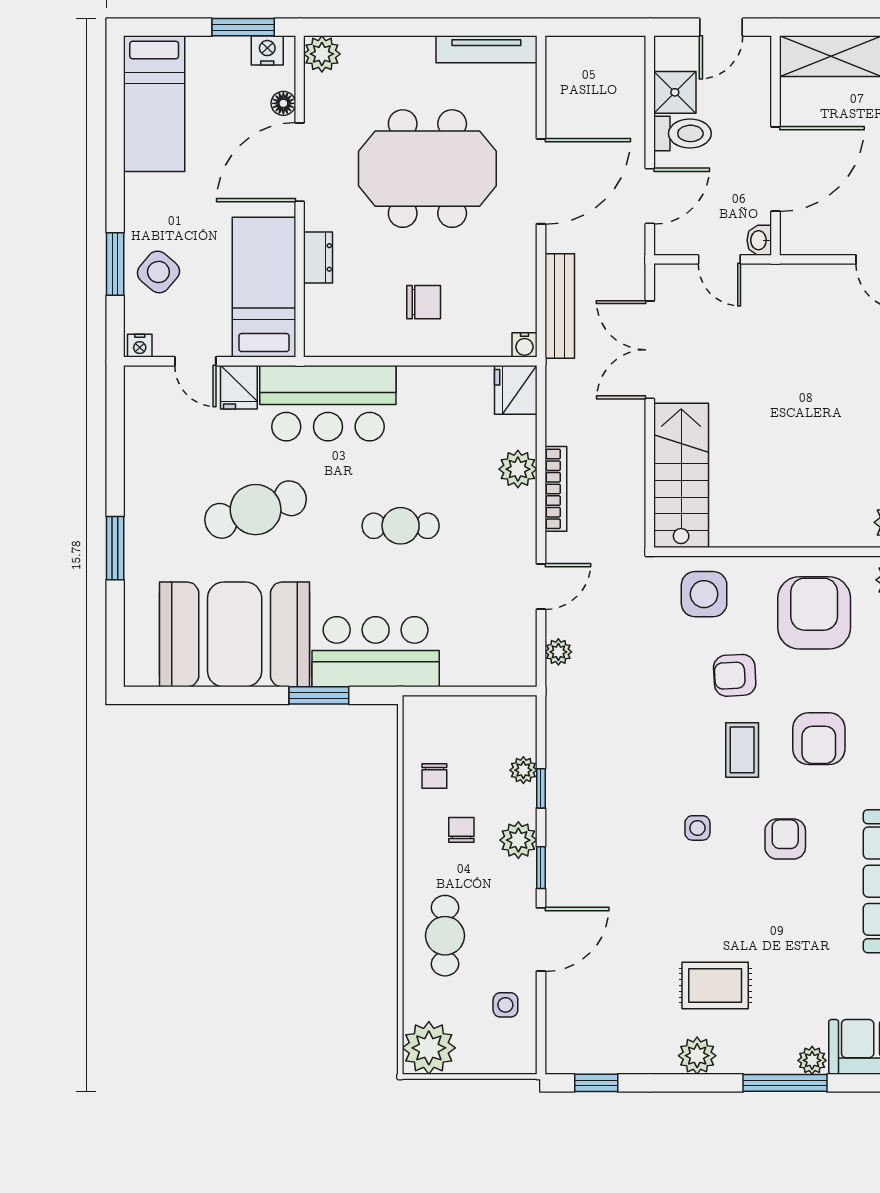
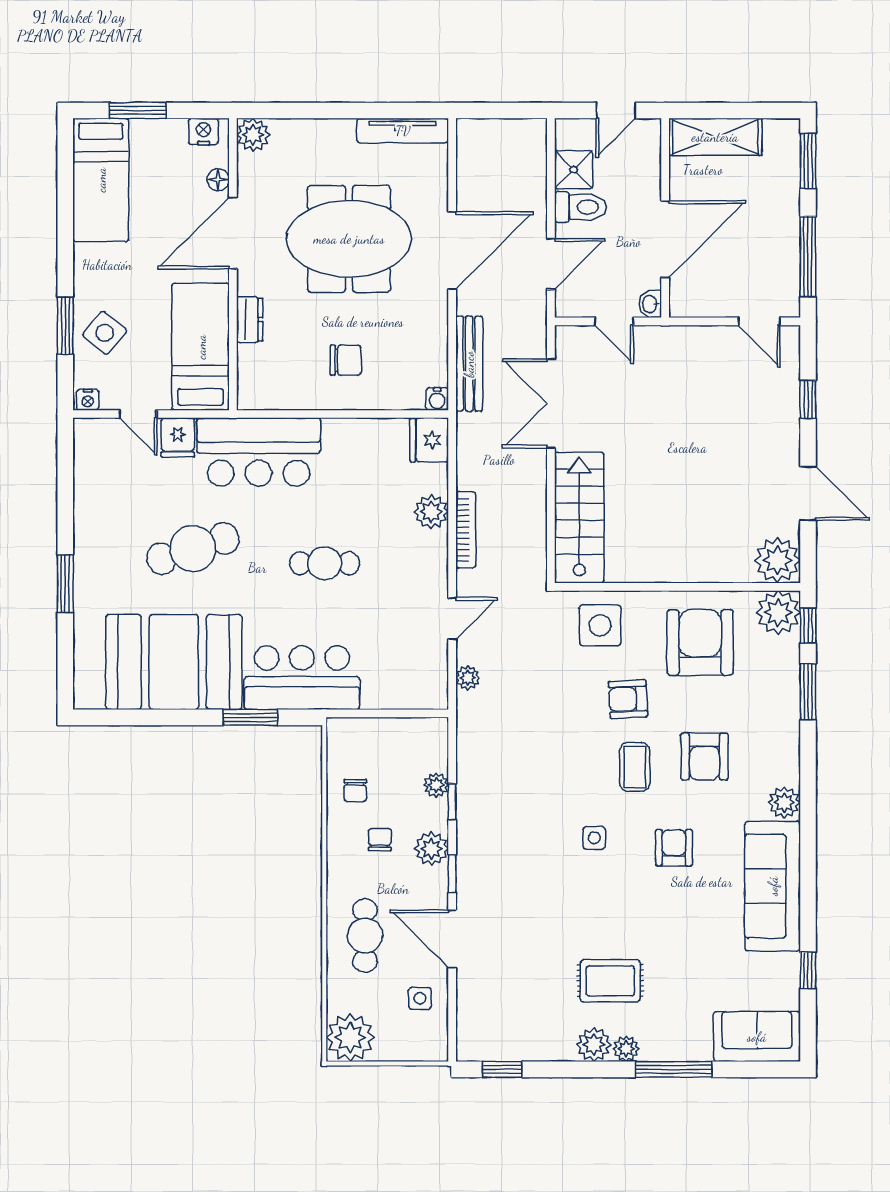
window: (243, 27) -> (138, 111), moved
door: (541, 939) -> (452, 939), swing flipped
plant: (812, 1060) -> (626, 1049), moved

